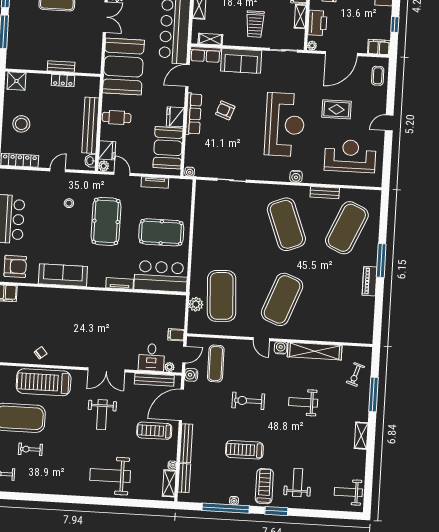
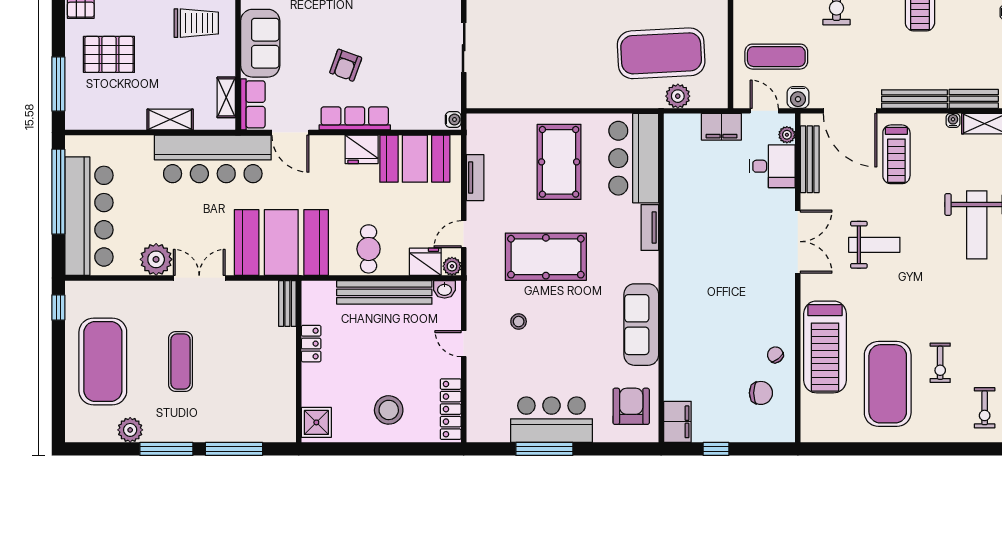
bench: (61, 67) -> (287, 303), moved
filing cabinet: (176, 335) -> (721, 127), width x2.00
chair: (19, 343) -> (761, 393), added

